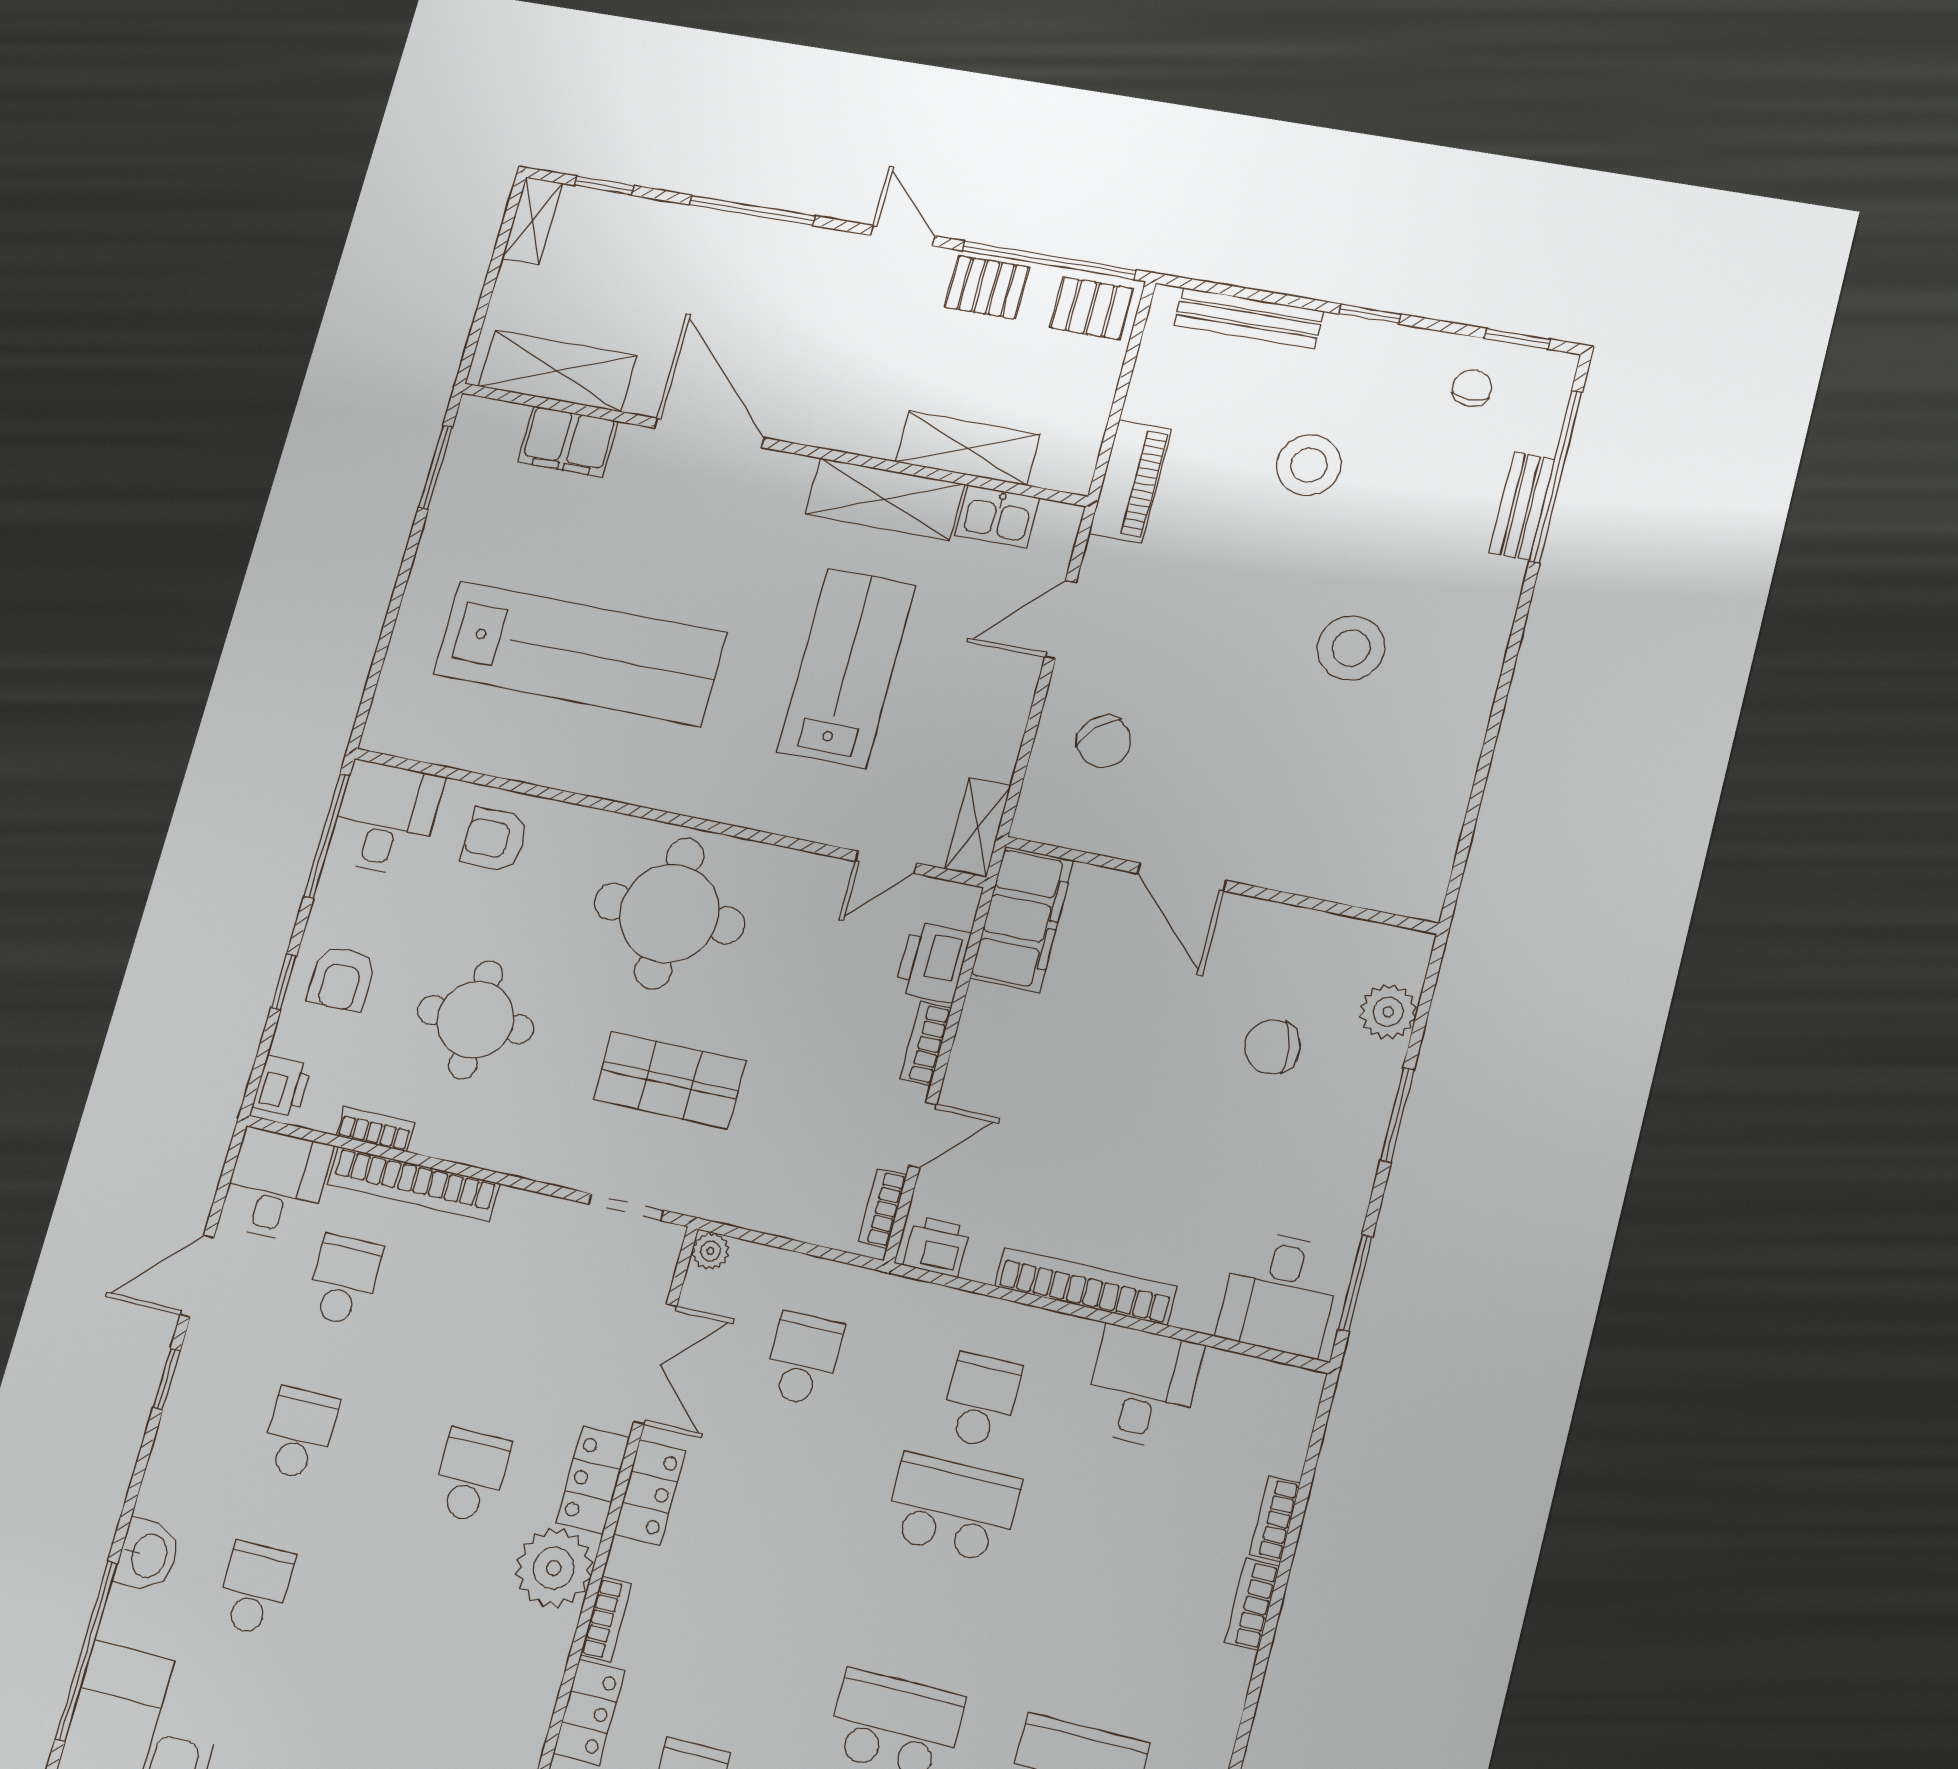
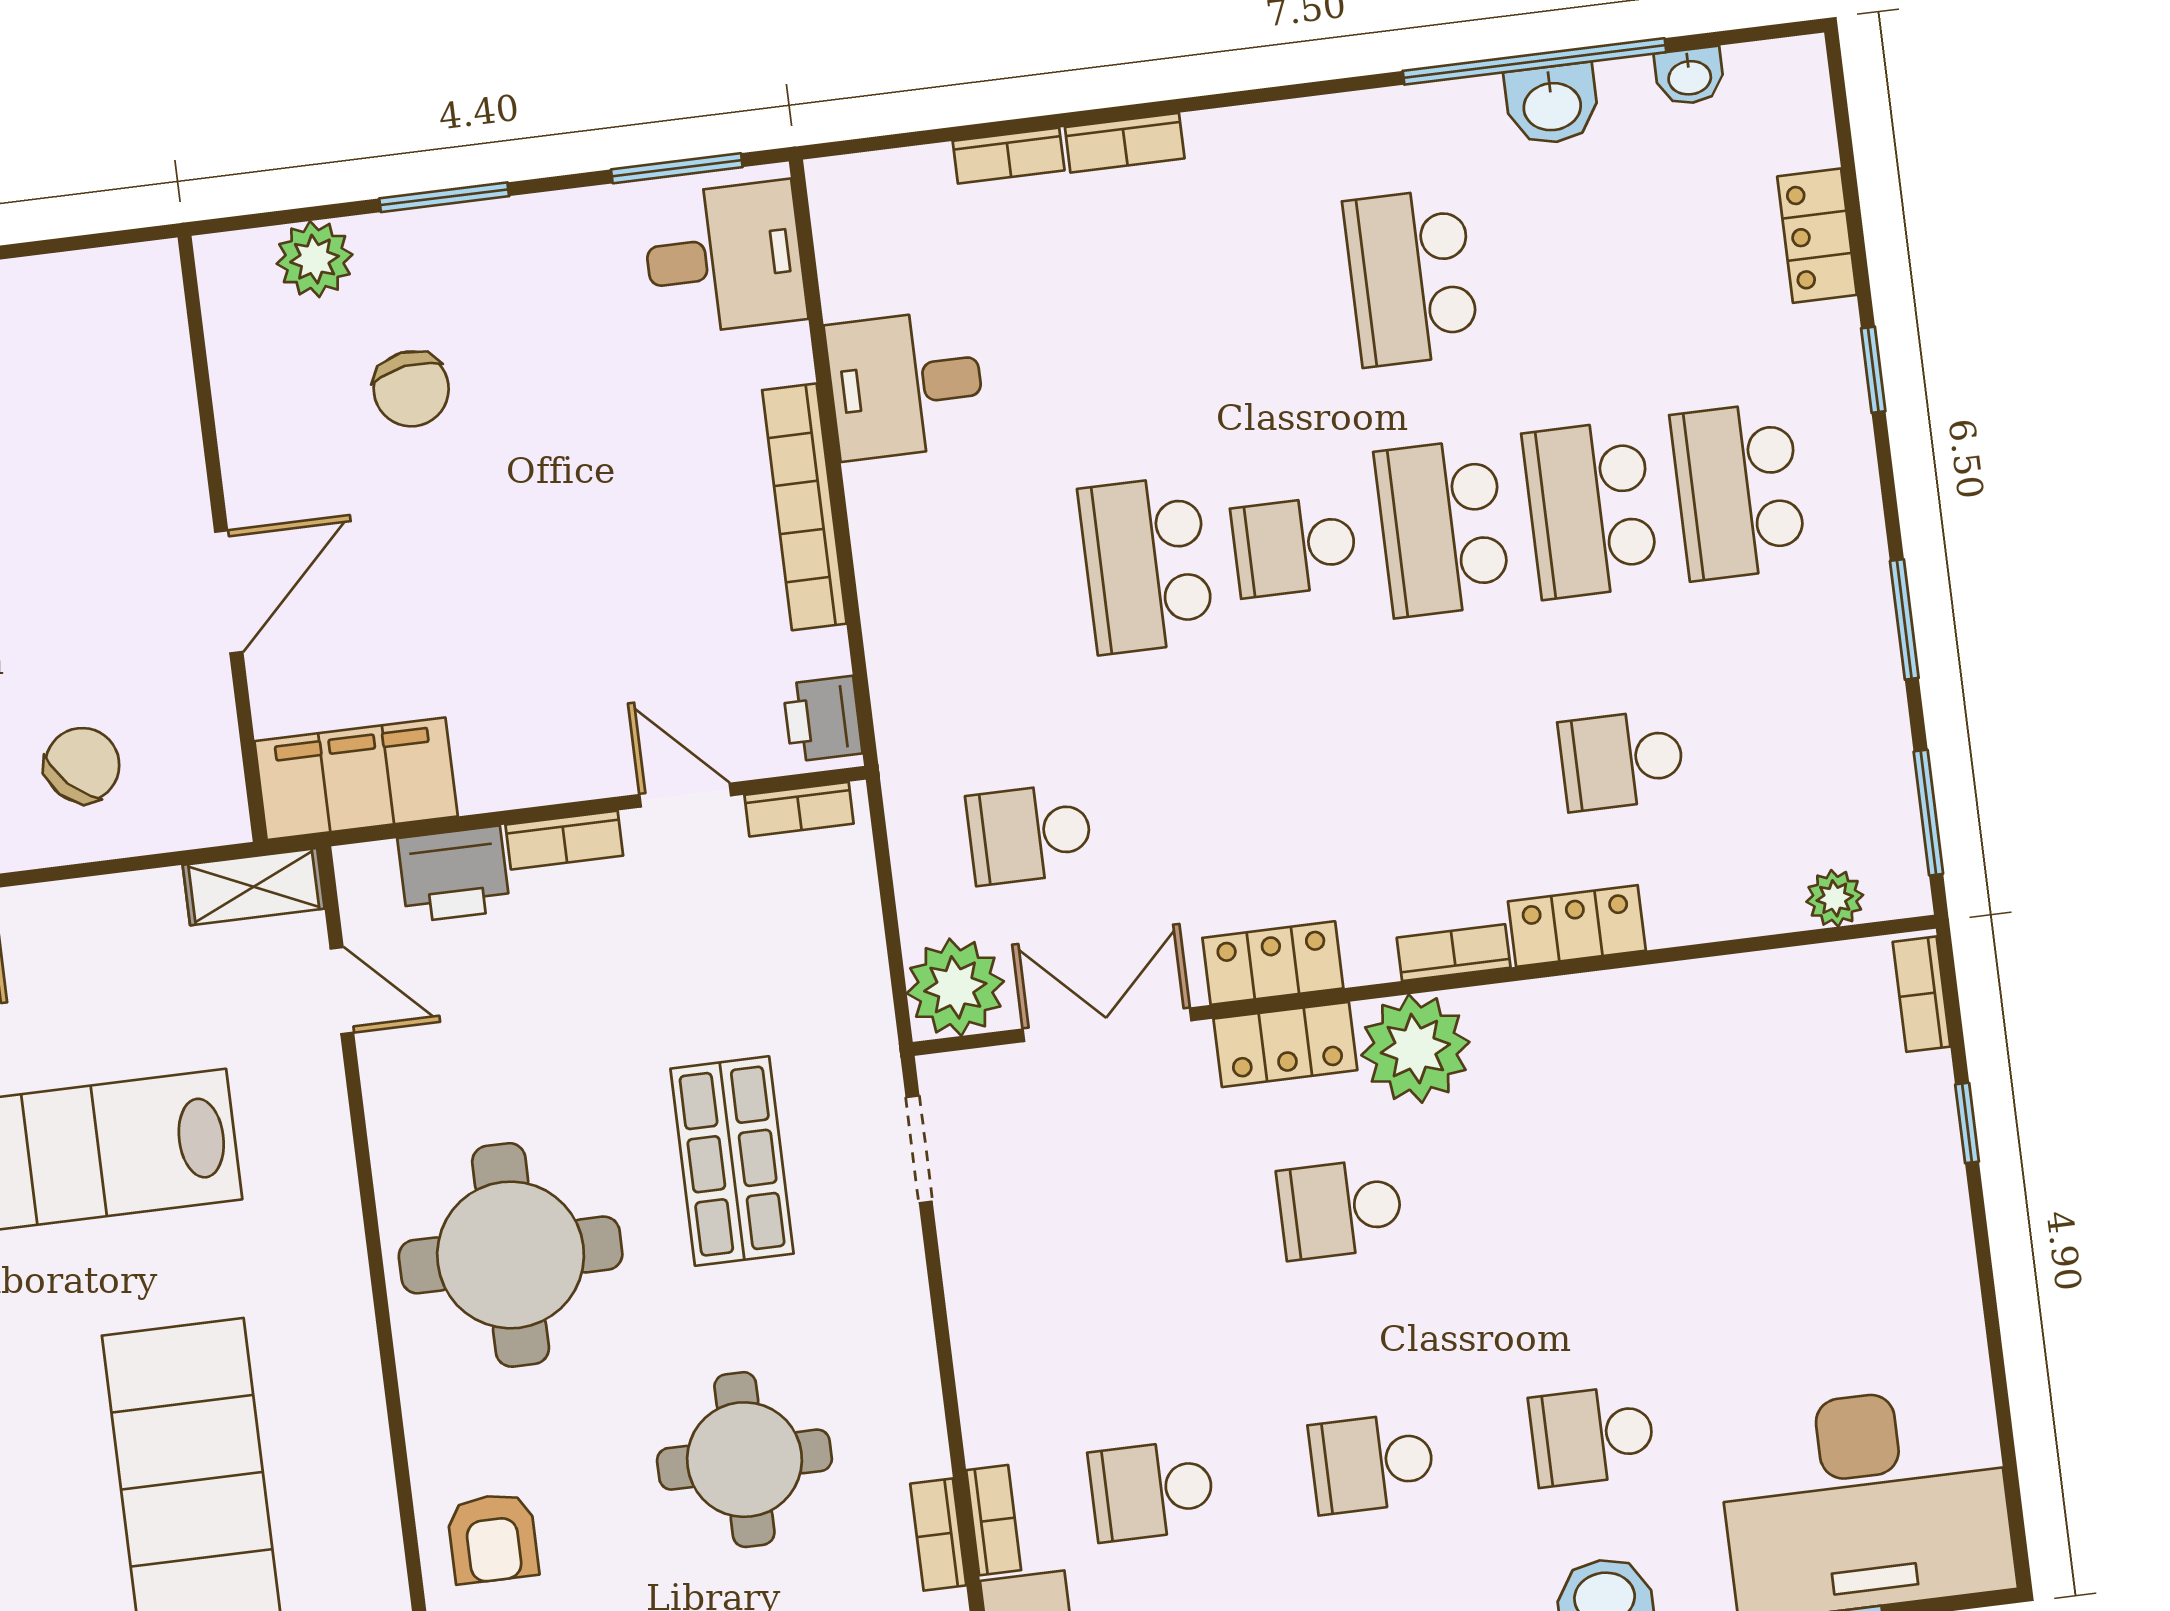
bookcase: (413, 1184) -> (994, 1520), width x0.43, depth x0.76
plant: (710, 1251) -> (955, 987), width x1.88, depth x1.88
school desk: (980, 1401) -> (1294, 546), moved

